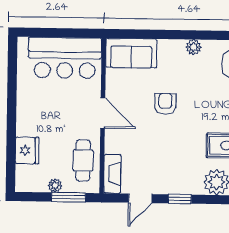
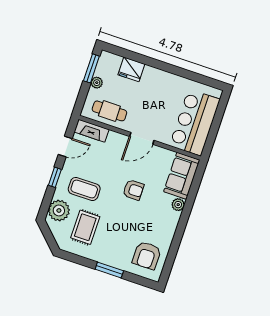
plant: (193, 47) -> (178, 205), moved
coffee table: (182, 161) -> (84, 189), added
window: (68, 197) -> (91, 68), moved
door: (140, 198) -> (65, 146), swing flipped

